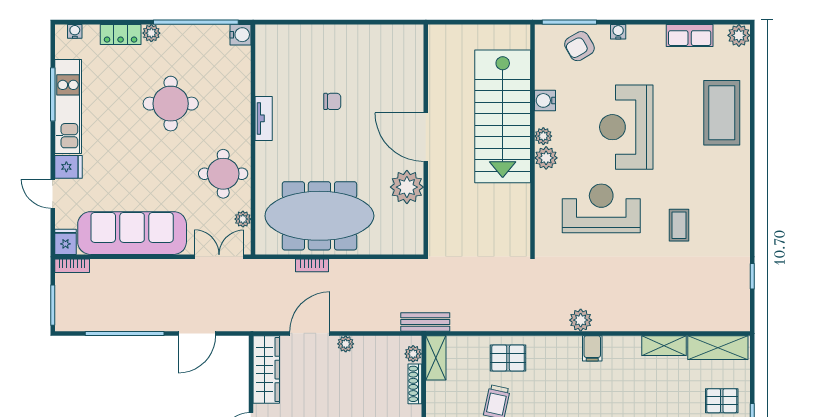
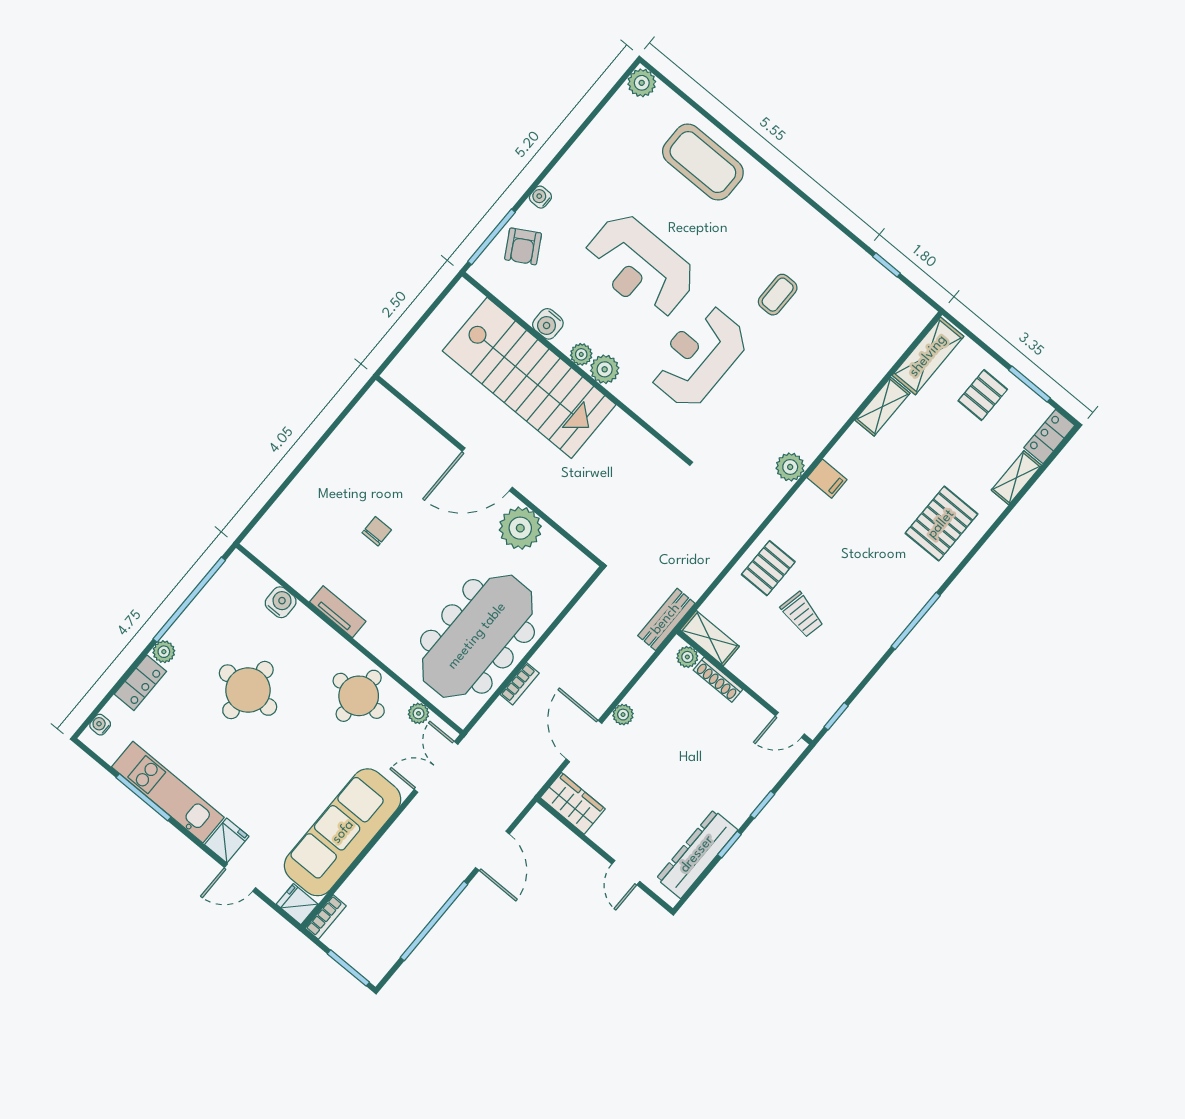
water cooler: (241, 35) -> (281, 602), moved
row of seats: (690, 35) -> (602, 131), removed
coffee table: (679, 225) -> (778, 295), turned 90
wardrobe: (266, 370) -> (573, 803), width x0.67

